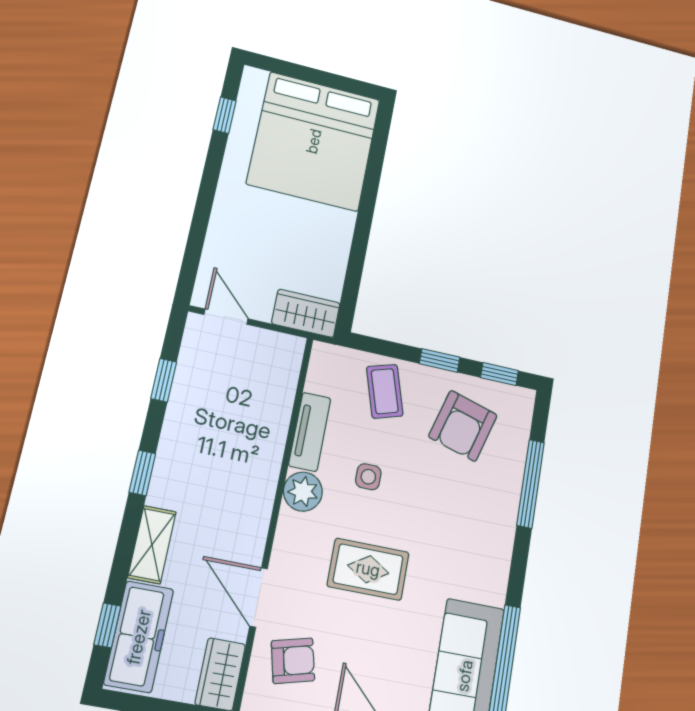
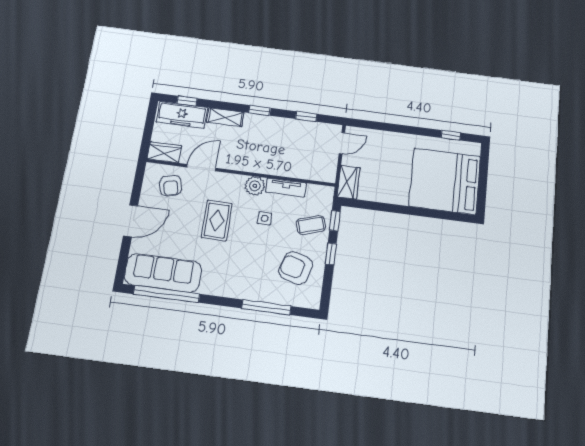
window: (499, 374) -> (335, 221), moved

